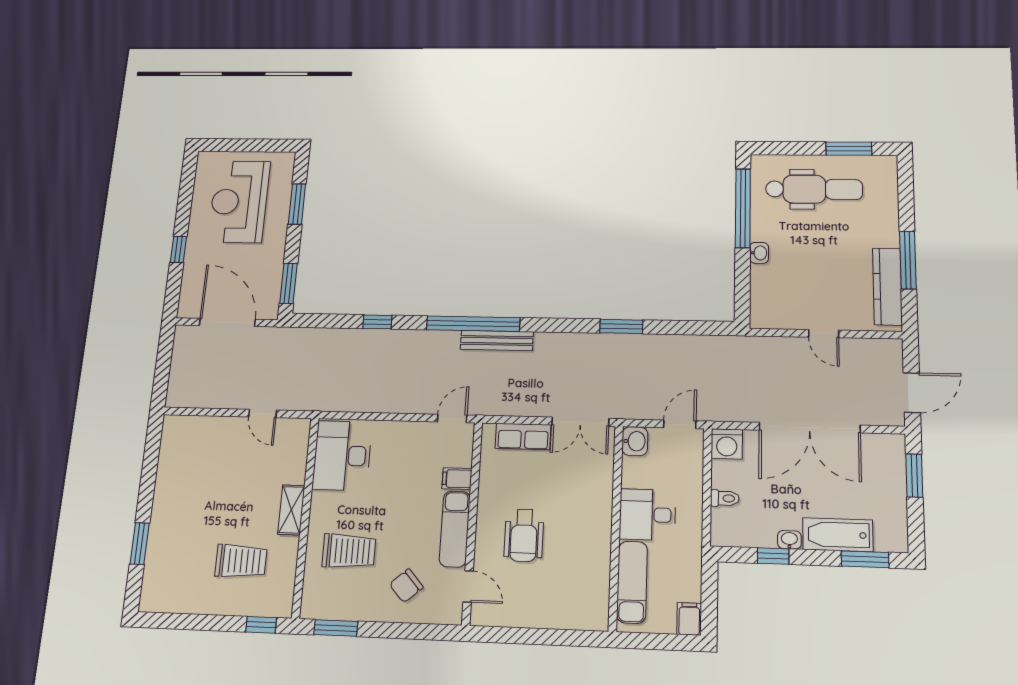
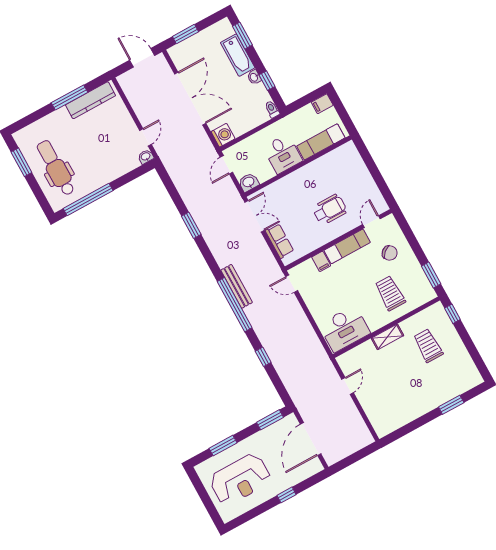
washbasin: (759, 253) -> (146, 157), moved
door: (824, 334) -> (145, 137), moved
door: (680, 424) -> (226, 165), hinge flipped
toilet: (725, 498) -> (272, 109), moved

